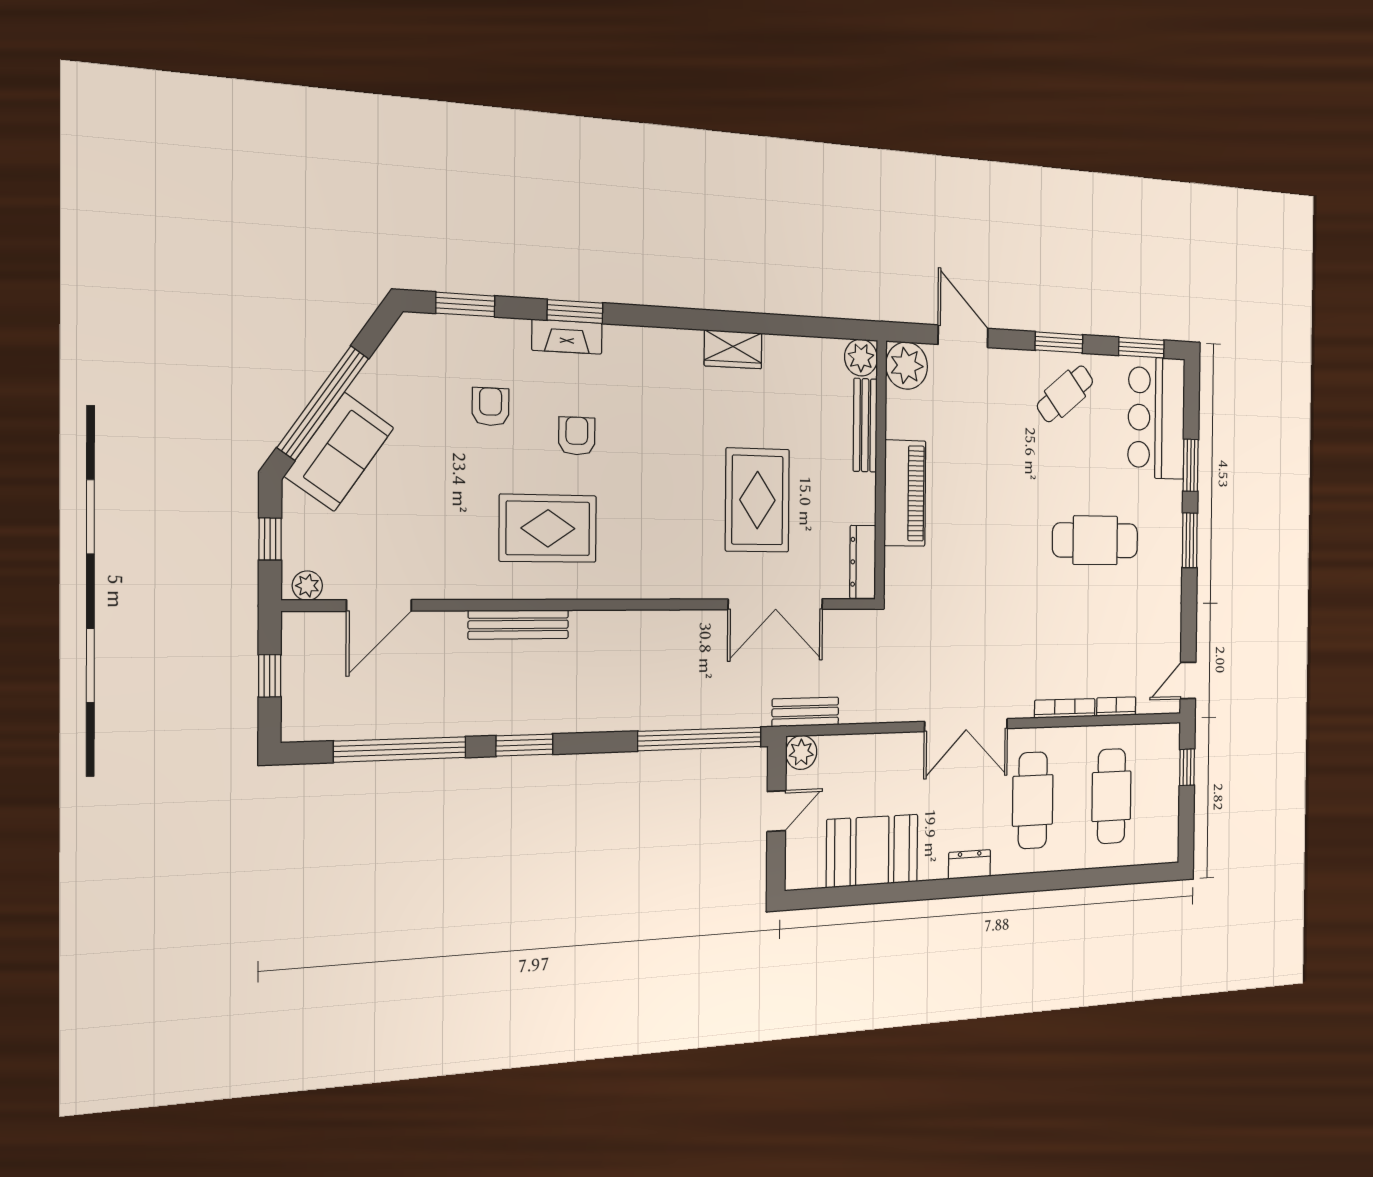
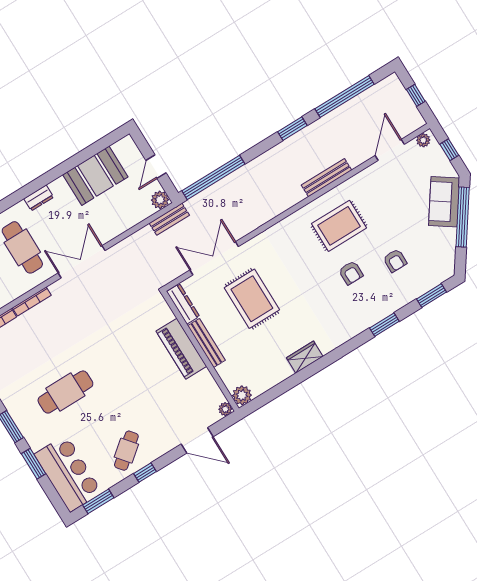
fireplace: (567, 337) -> (381, 312), removed
window: (1059, 342) -> (145, 472), width x0.67
plant: (907, 366) -> (225, 409), width x0.53, depth x0.53
bench: (865, 425) -> (206, 343), moved

